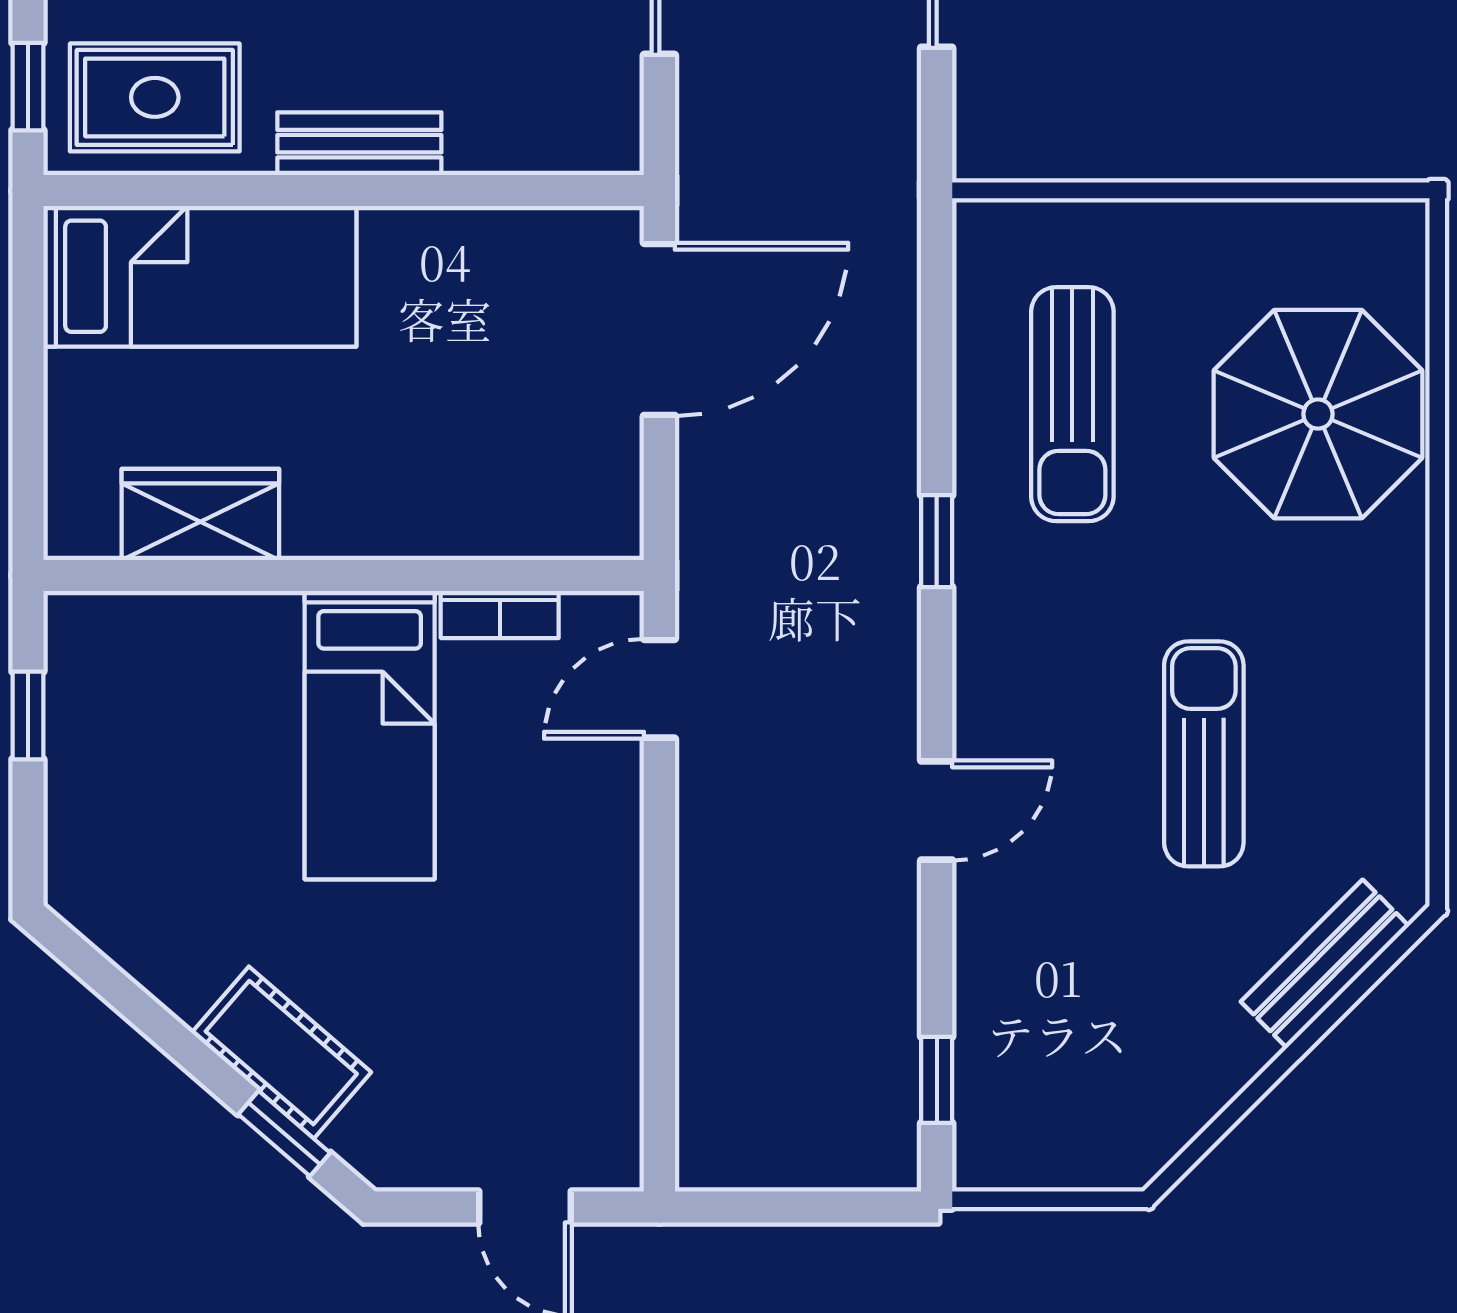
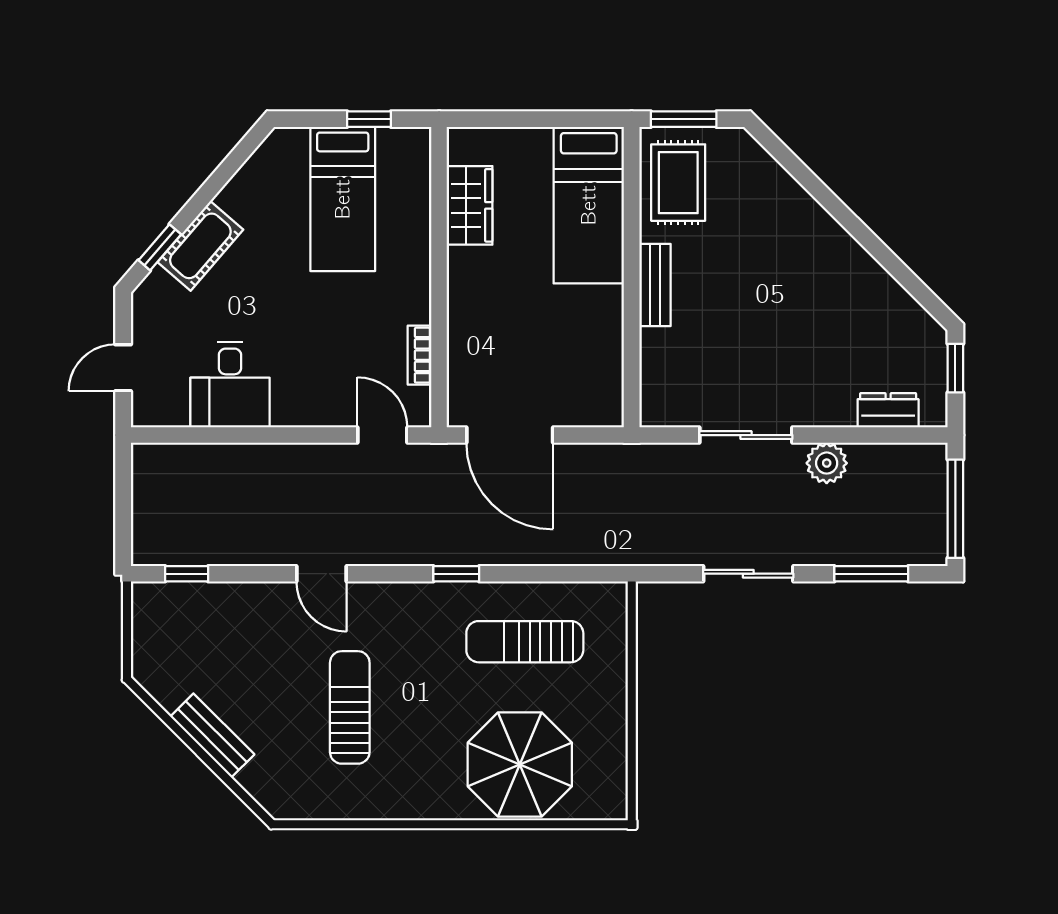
window: (28, 87) -> (684, 119), width x1.50
door: (659, 329) -> (510, 435), moved
bed: (370, 735) -> (343, 199), moved, turned -90
sun lounger: (1204, 754) -> (350, 707), turned -90
bench: (1325, 964) -> (212, 736), moved
desk: (558, 993) -> (230, 385), added

